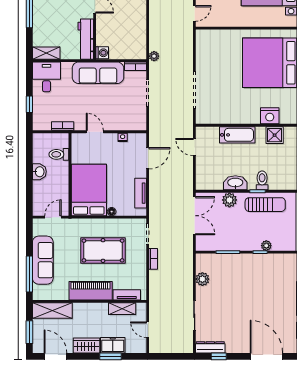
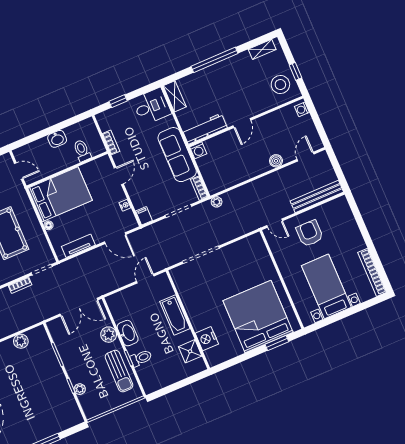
filing cabinet: (139, 125) -> (144, 216), added

